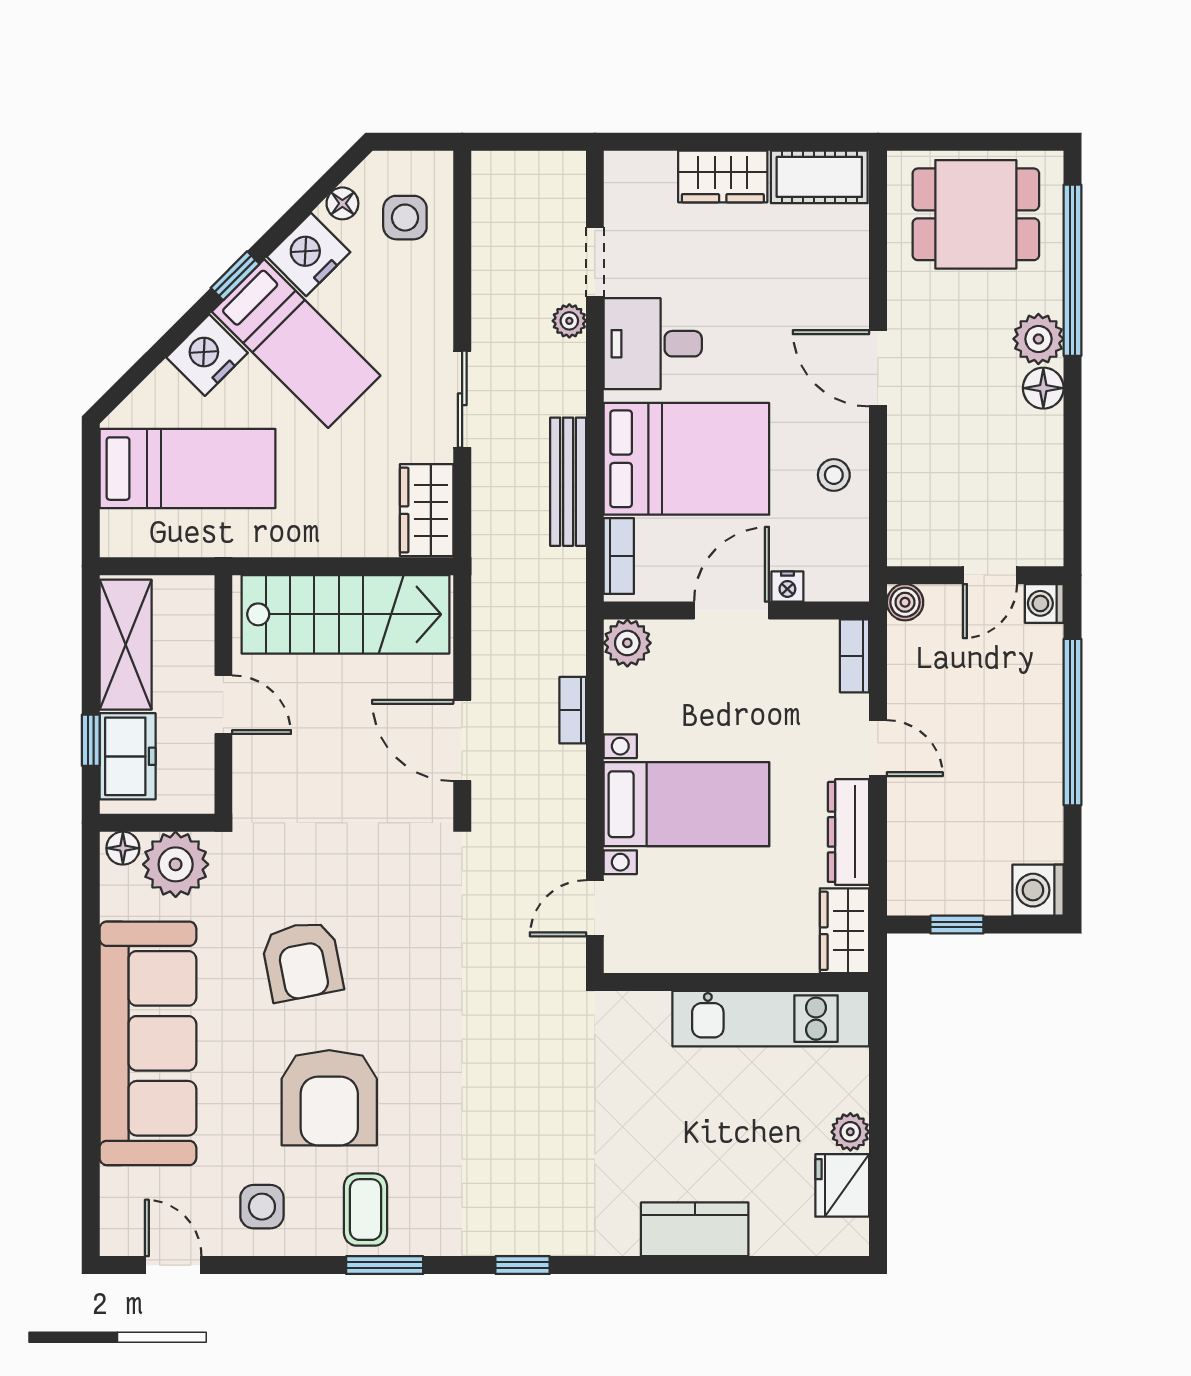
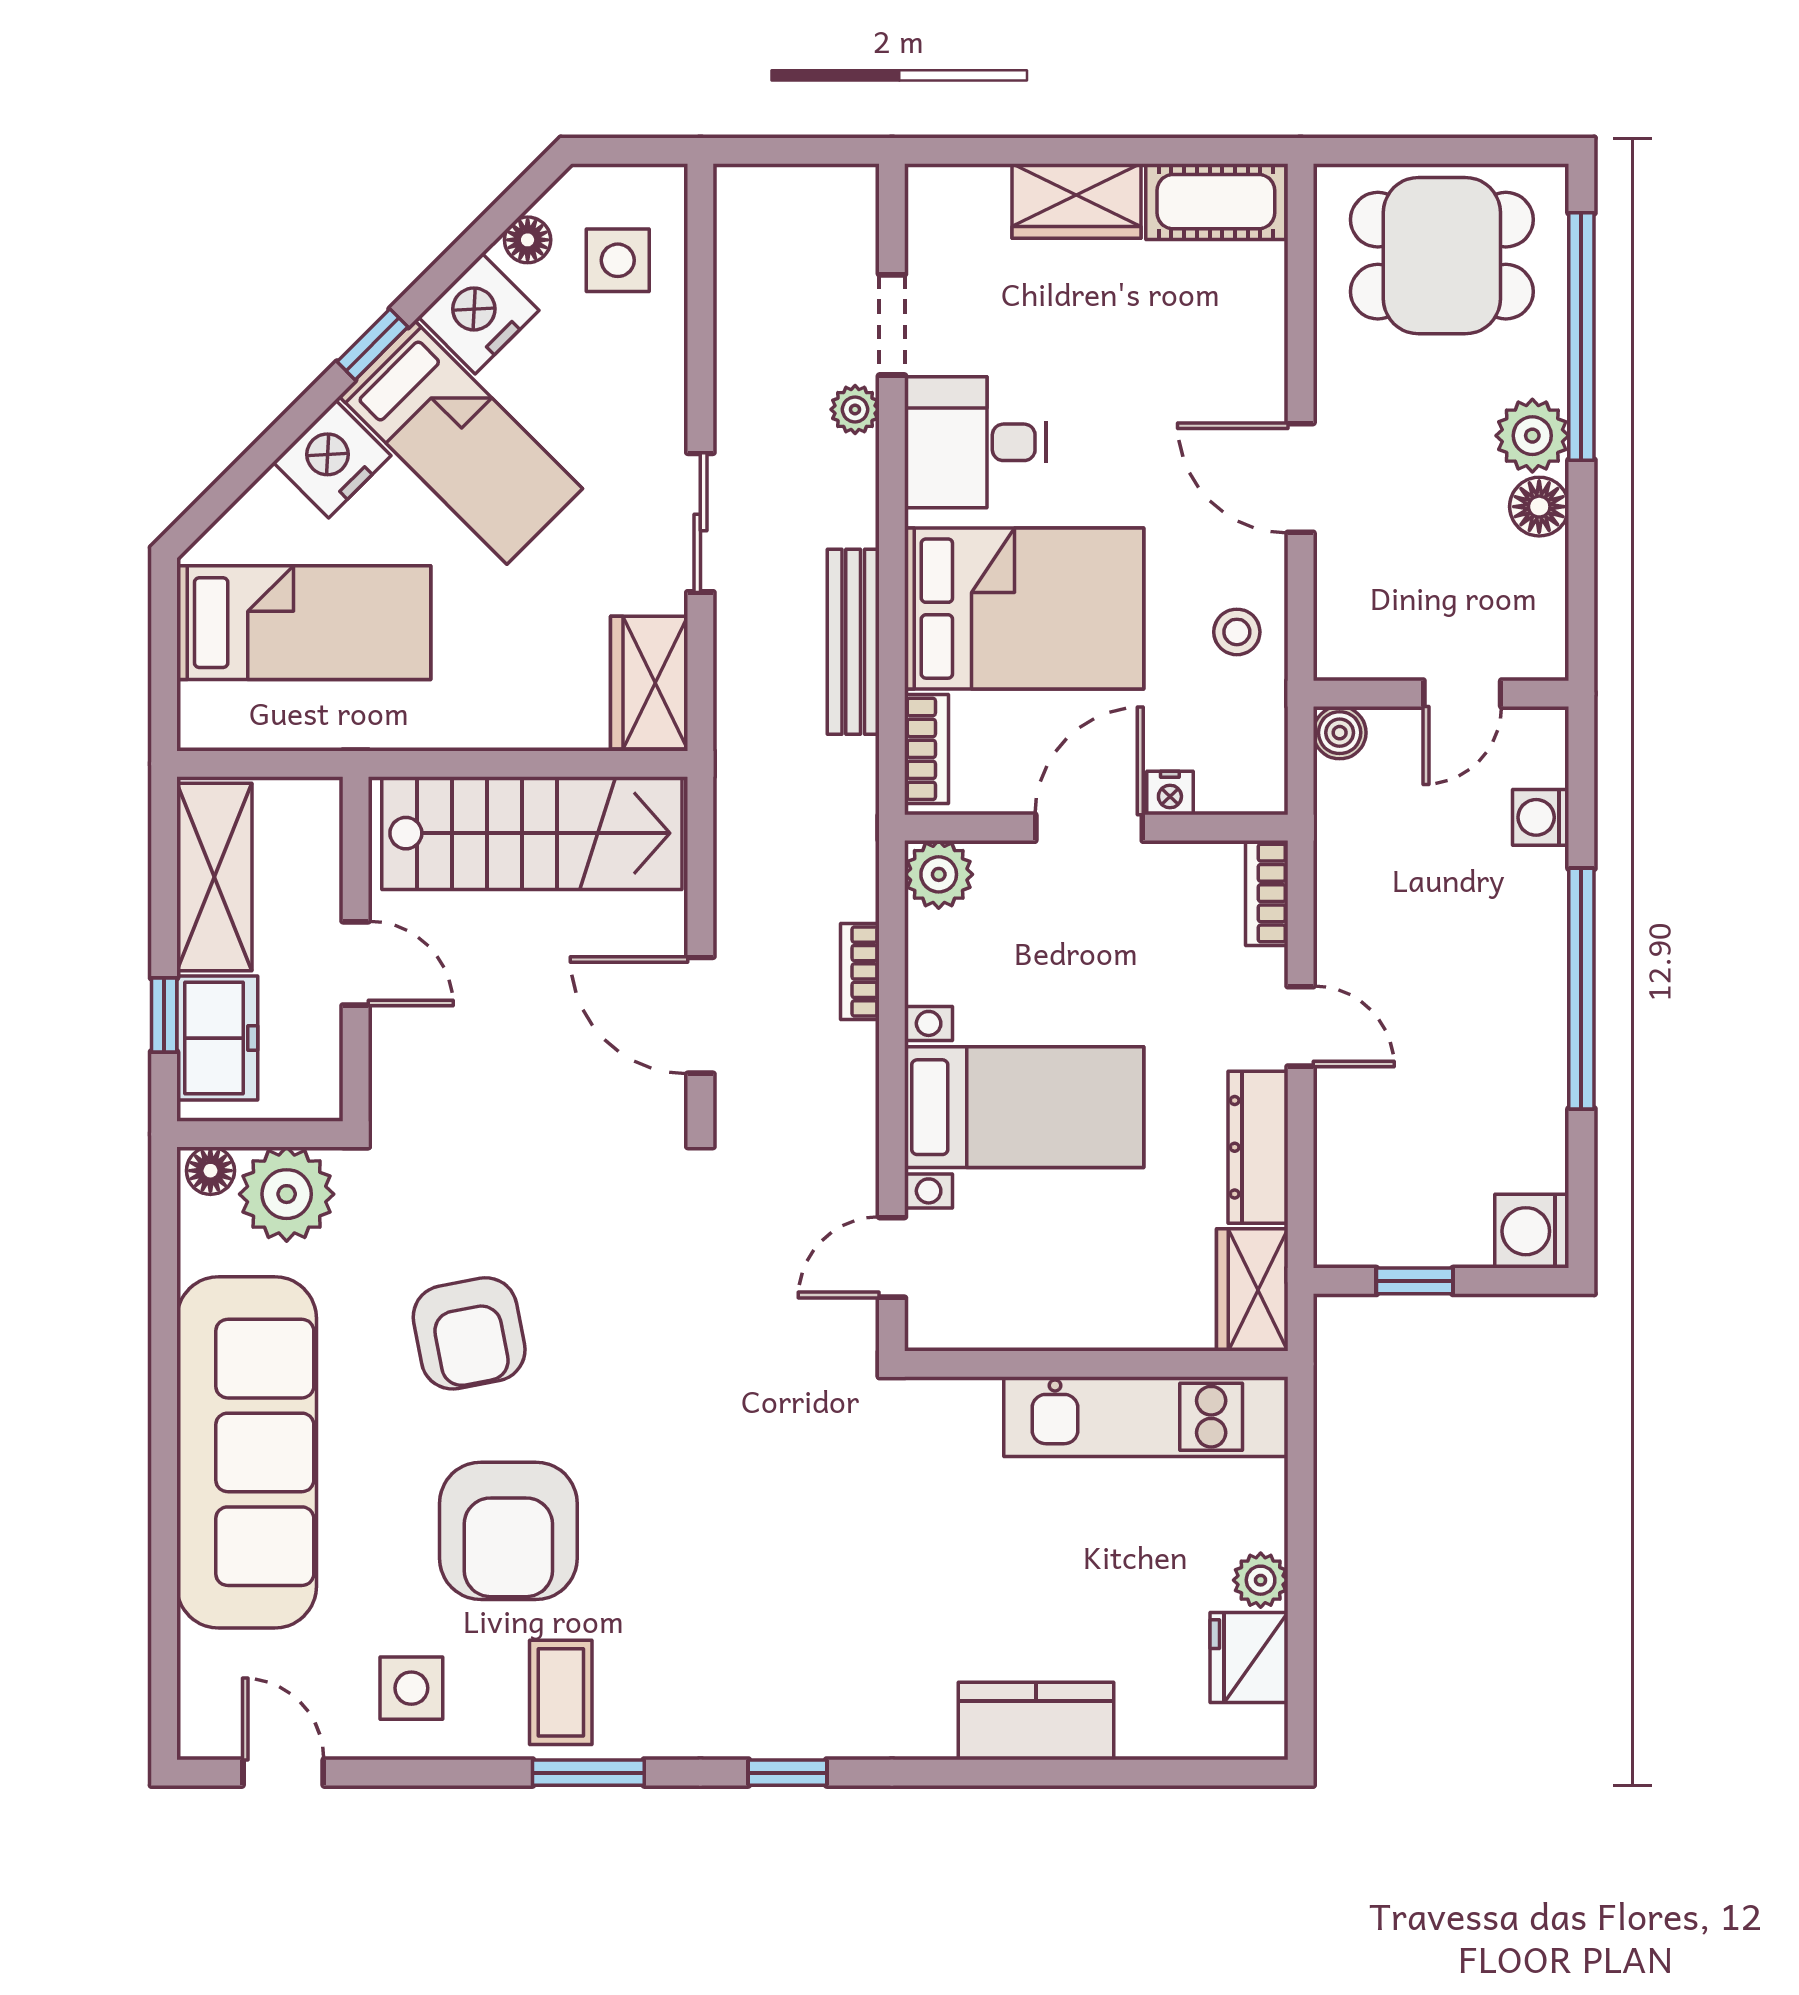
wall: (975, 575) -> (1441, 694), moved
door: (990, 575) -> (1462, 694), moved
boiler: (905, 602) -> (1340, 733), moved

